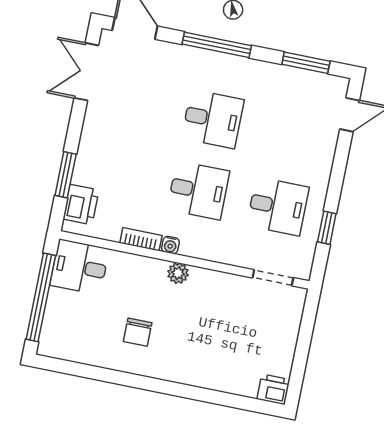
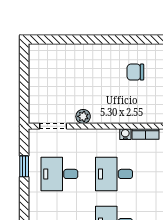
plant: (178, 273) -> (83, 116), moved
chair: (138, 332) -> (135, 72), turned -90
printer: (273, 389) -> (38, 52), removed

